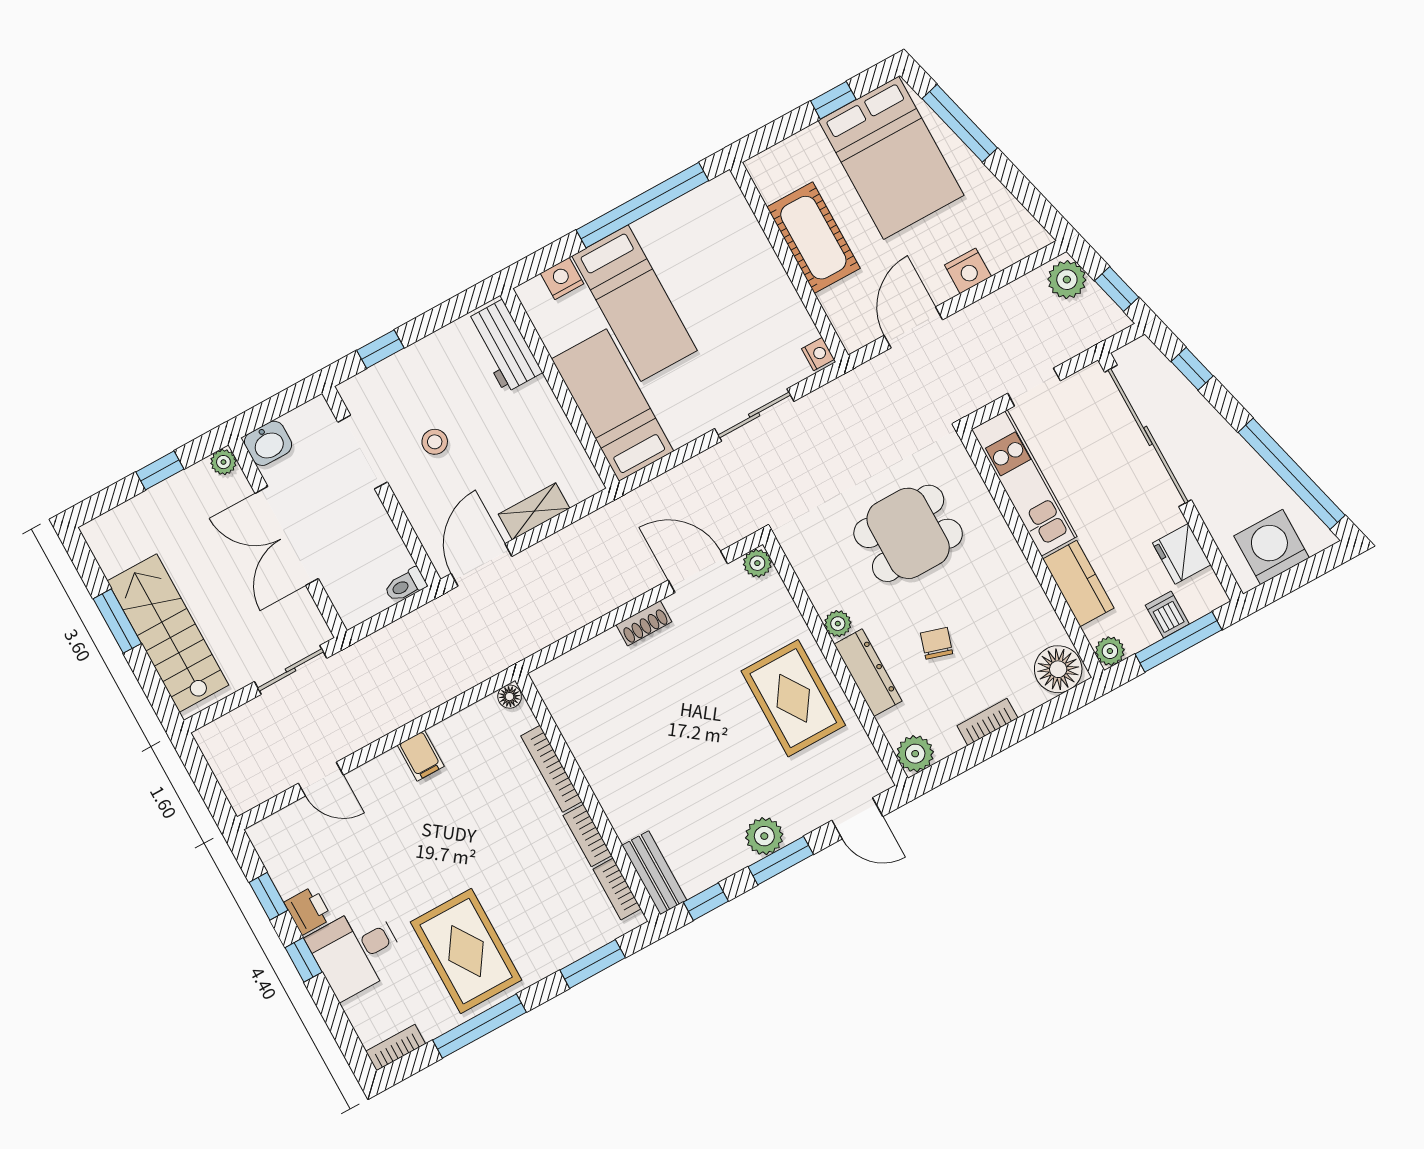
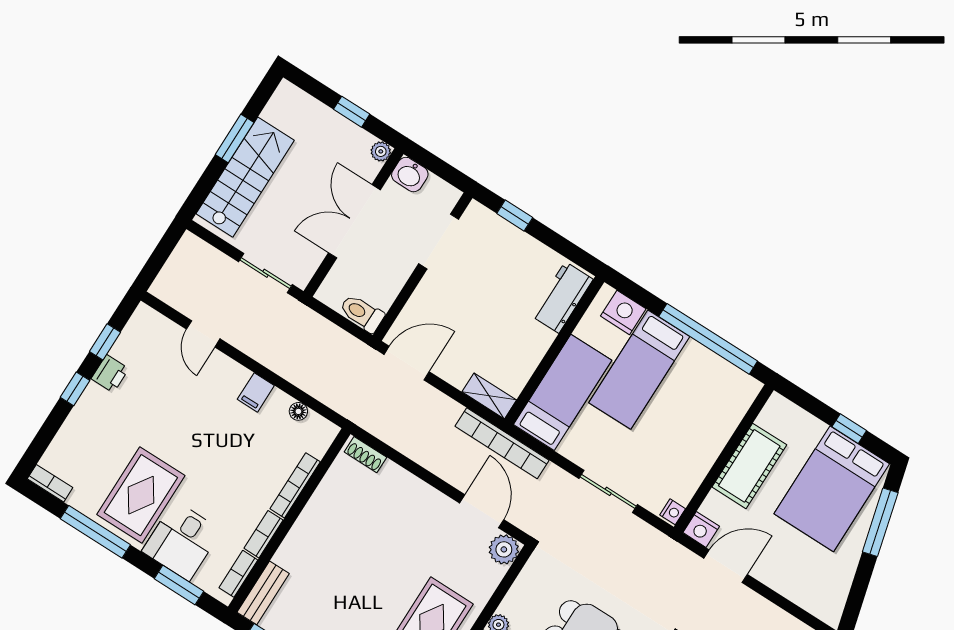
nightstand: (968, 271) -> (701, 529), moved
nightstand: (562, 278) -> (623, 312), width x1.36, depth x1.33
stool: (435, 442) -> (472, 286), removed
bookcase: (633, 506) -> (502, 443), added
shelving: (534, 511) -> (489, 396), moved
plant: (757, 563) -> (504, 549), width x1.38, depth x1.38
toilet: (405, 585) -> (362, 313), width x1.37, depth x1.39
shoe rack: (644, 623) -> (365, 455), moved
floor lamp: (510, 697) -> (298, 411), moved
desk: (356, 951) -> (182, 541), moved, turned -90

